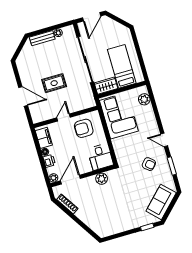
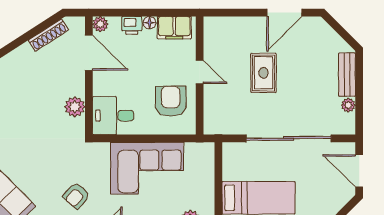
wardrobe: (106, 86) -> (233, 161), removed
door: (23, 96) -> (284, 13), moved
corner sofa: (119, 116) -> (147, 168), moved

